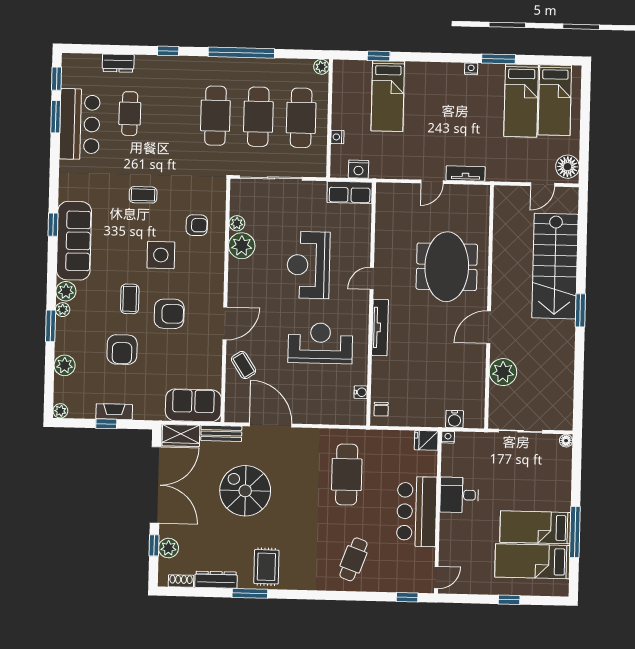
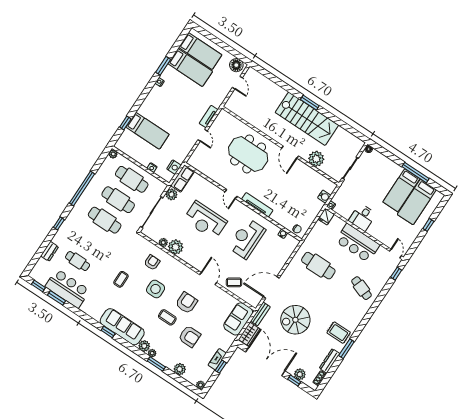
plant: (316, 191) -> (172, 194), added
stairs: (555, 266) -> (307, 119), moved

